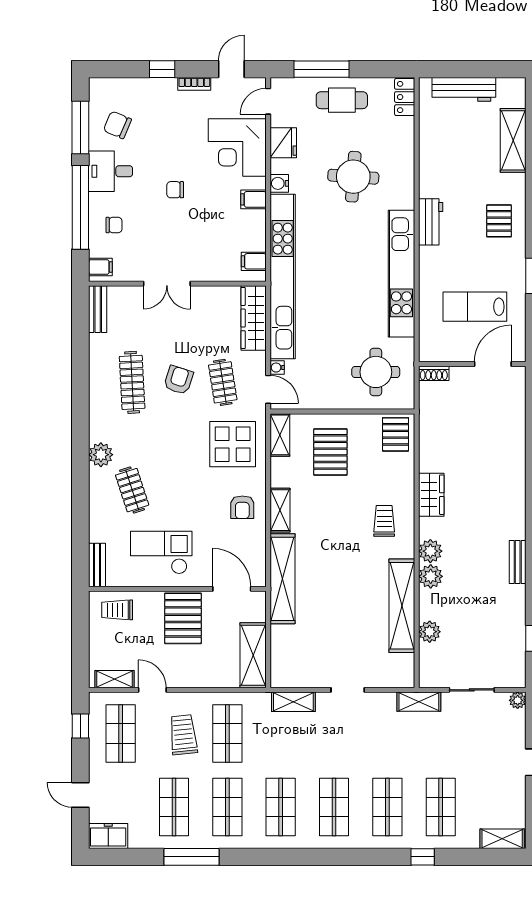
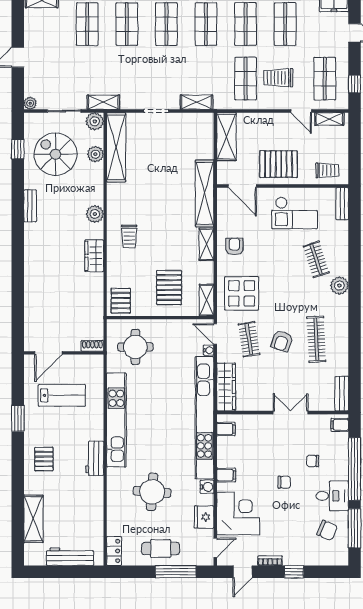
chair: (114, 225) -> (313, 461), moved
plant: (431, 576) -> (95, 121), moved
shelving: (402, 606) -> (116, 147), moved
pallet: (183, 618) -> (278, 164), turned 90
spiral stairs: (483, 632) -> (55, 154), added
trolley: (183, 735) -> (278, 78), turned 96

